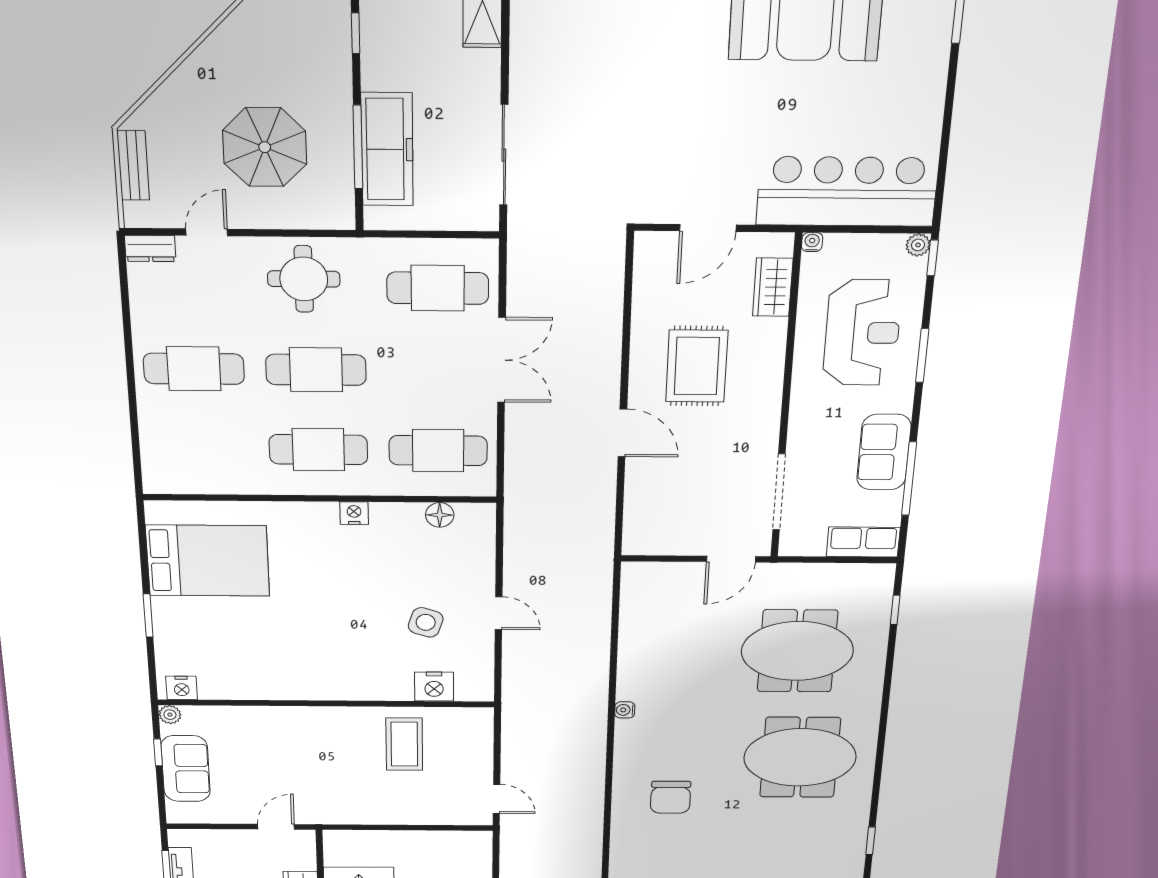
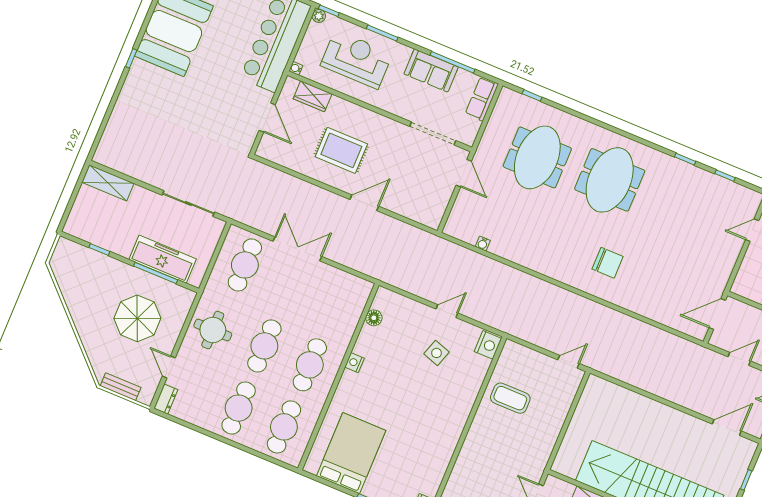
cafe table: (438, 451) -> (284, 427), moved
nightstand: (434, 687) -> (488, 345), moved
water cooler: (625, 710) -> (483, 244), moved

